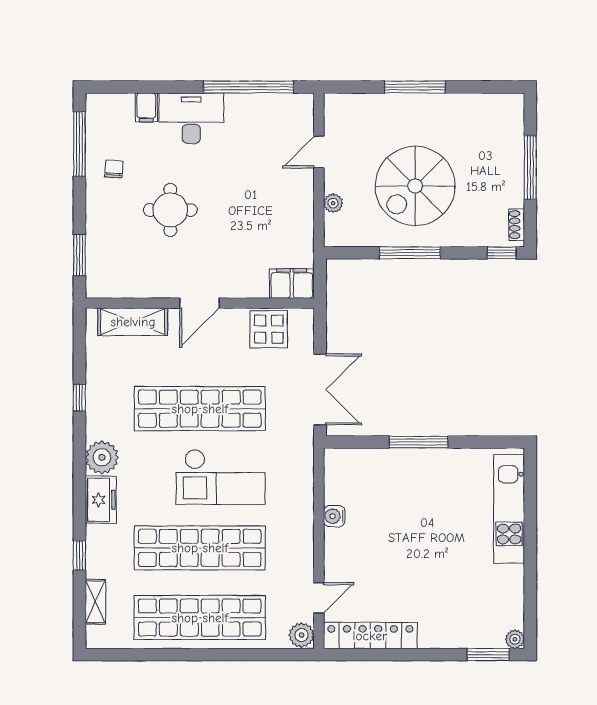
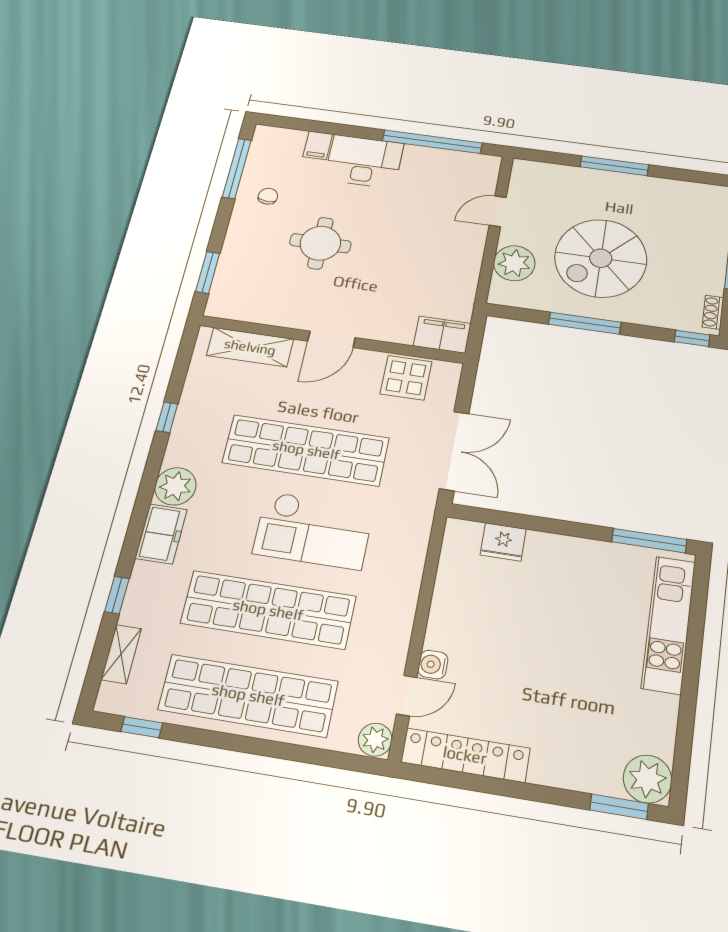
plant: (333, 203) -> (514, 263), width x1.88, depth x1.88
window: (419, 442) -> (649, 541), moved
fridge: (372, 462) -> (503, 542), added
water cooler: (334, 516) -> (433, 665), moved
plant: (515, 639) -> (647, 779), width x1.88, depth x1.88
window: (126, 655) -> (142, 727), added

